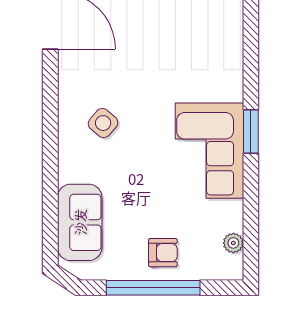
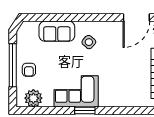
sofa: (80, 222) -> (57, 31), moved
plant: (233, 243) -> (33, 98), width x1.87, depth x1.87

